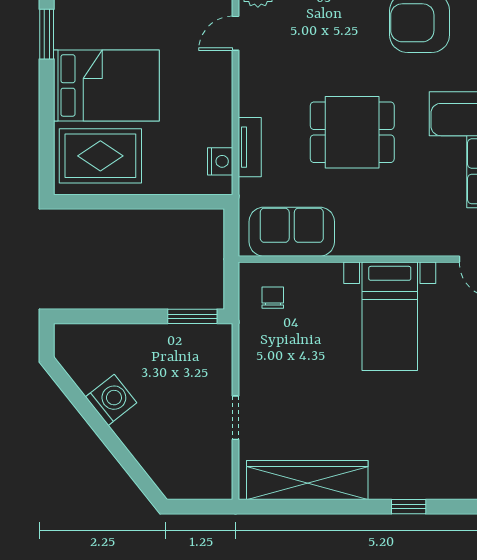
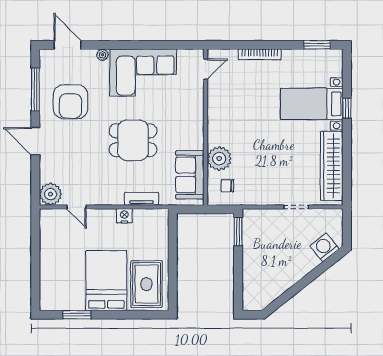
dining table: (352, 132) -> (133, 140), turned 90
nightstand: (220, 161) -> (124, 216), moved
plant: (320, 283) -> (219, 159), added
bed with nightstands: (390, 316) -> (312, 104), moved, turned 180
washing machine: (111, 400) -> (324, 247), moved

